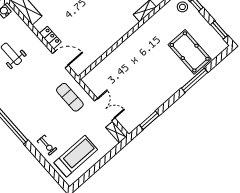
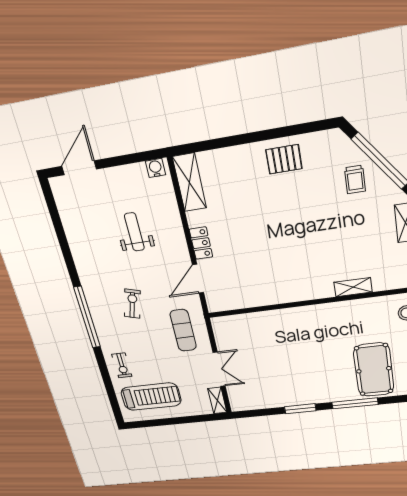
door: (60, 59) -> (198, 279), swing flipped
exercise bike: (32, 99) -> (132, 304), added
window: (149, 120) -> (300, 409), moved

